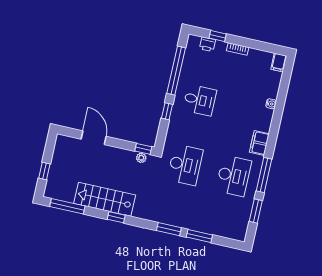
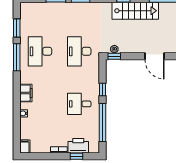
printer: (207, 44) -> (78, 146), width x1.87, depth x1.48
filing cabinet: (259, 143) -> (26, 93), moved

